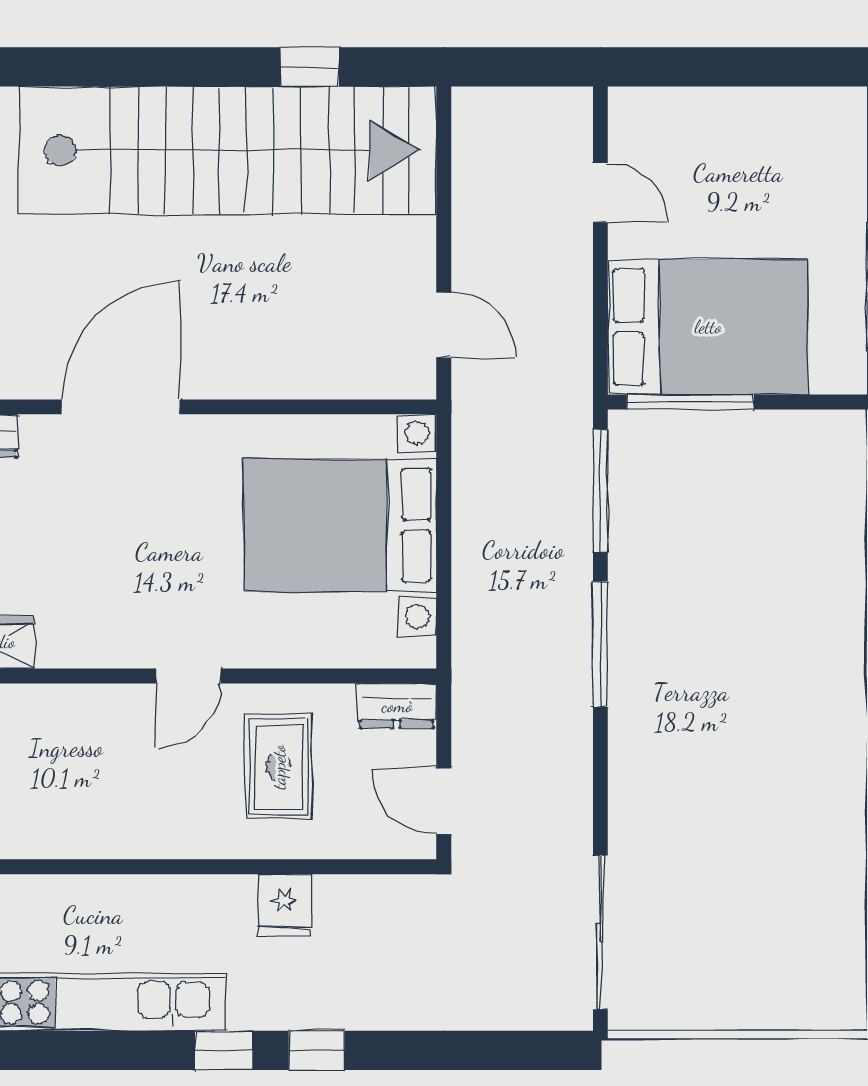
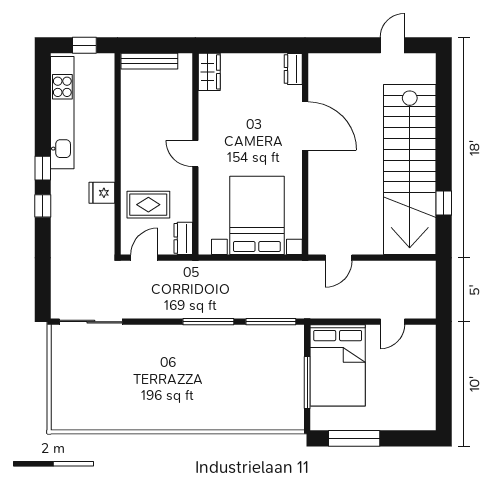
window: (690, 402) -> (307, 382), moved
rug: (279, 767) -> (148, 205), moved

